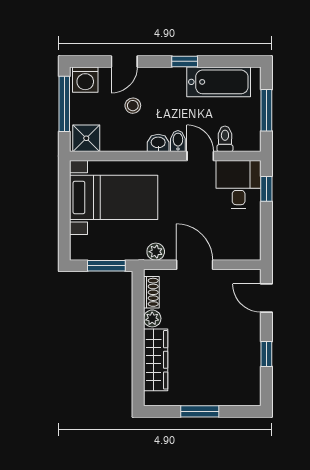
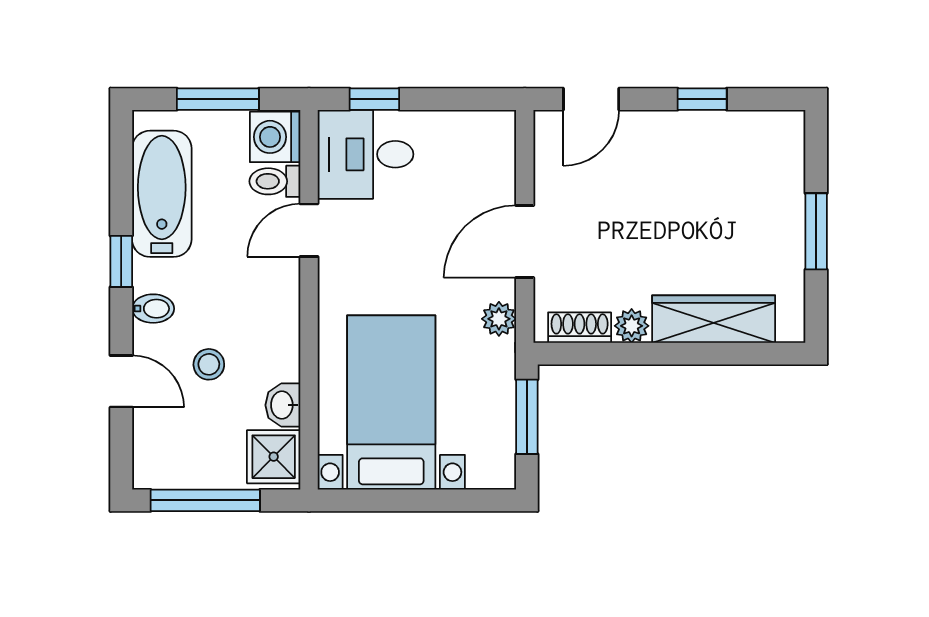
washing machine: (85, 80) -> (275, 137), moved, turned 180
bidet: (178, 141) -> (153, 309), moved, turned 180
washbasin: (158, 143) -> (283, 405), moved

